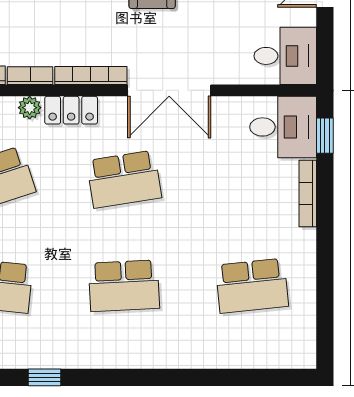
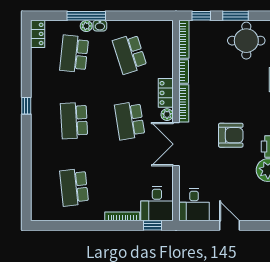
plant: (30, 108) -> (167, 115), moved
window: (44, 377) -> (26, 106), moved

